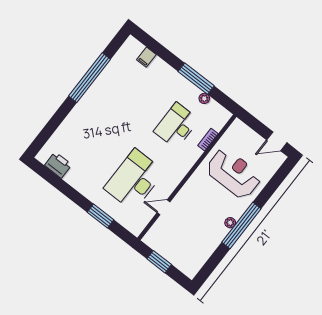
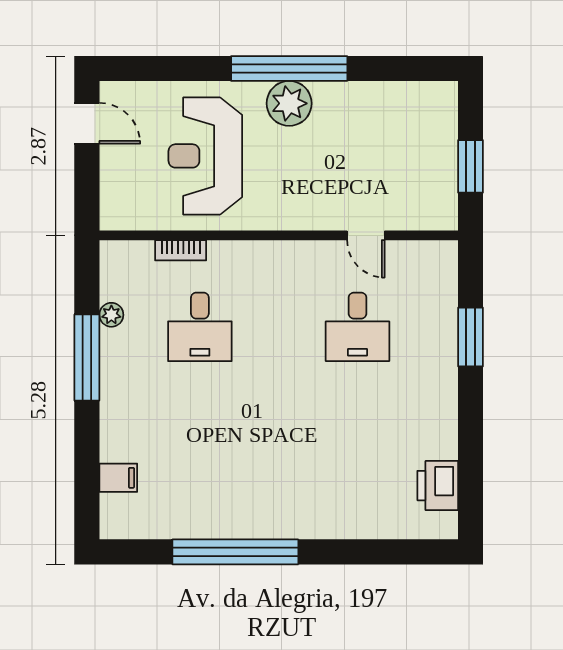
desk: (176, 126) -> (200, 327), width x0.73
desk: (134, 180) -> (357, 327), width x0.53, depth x0.77
plant: (230, 223) -> (289, 103), width x1.88, depth x1.88

